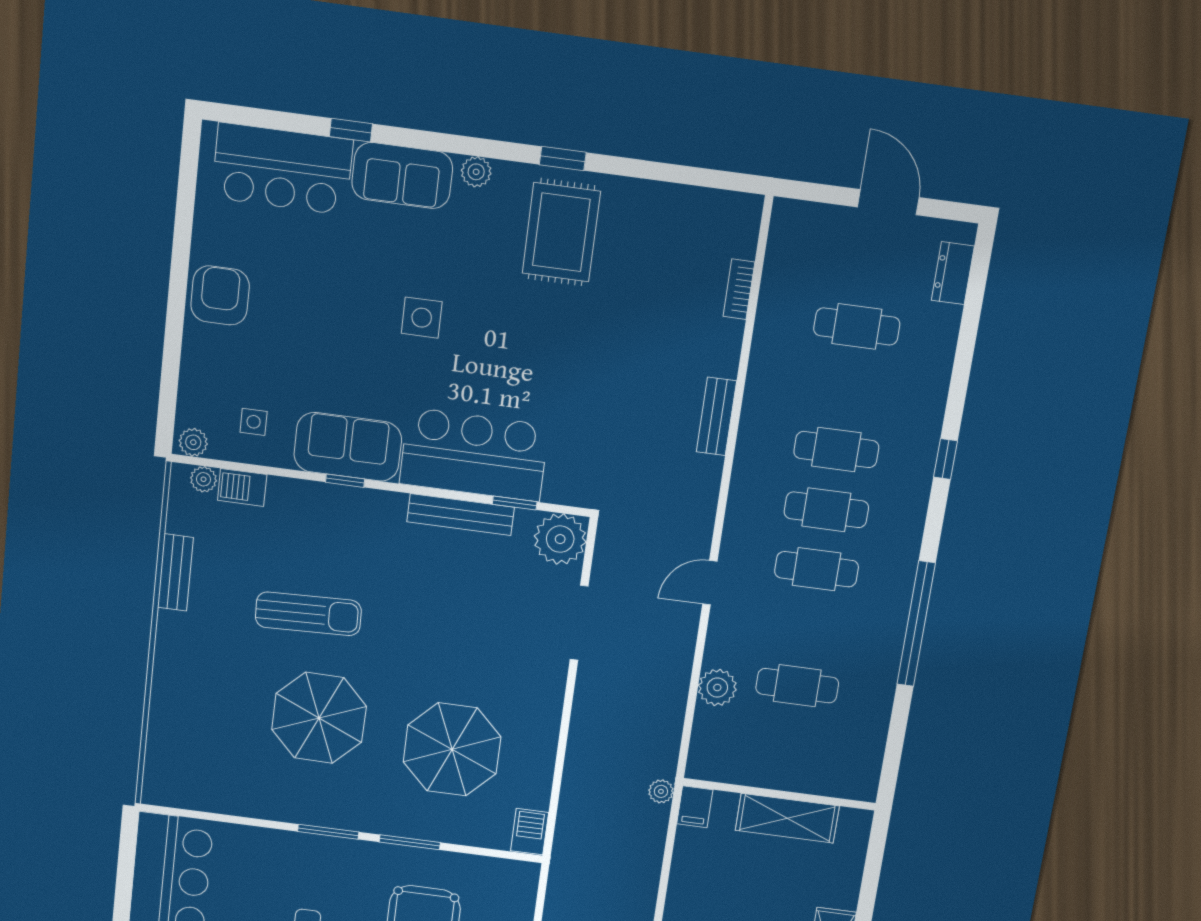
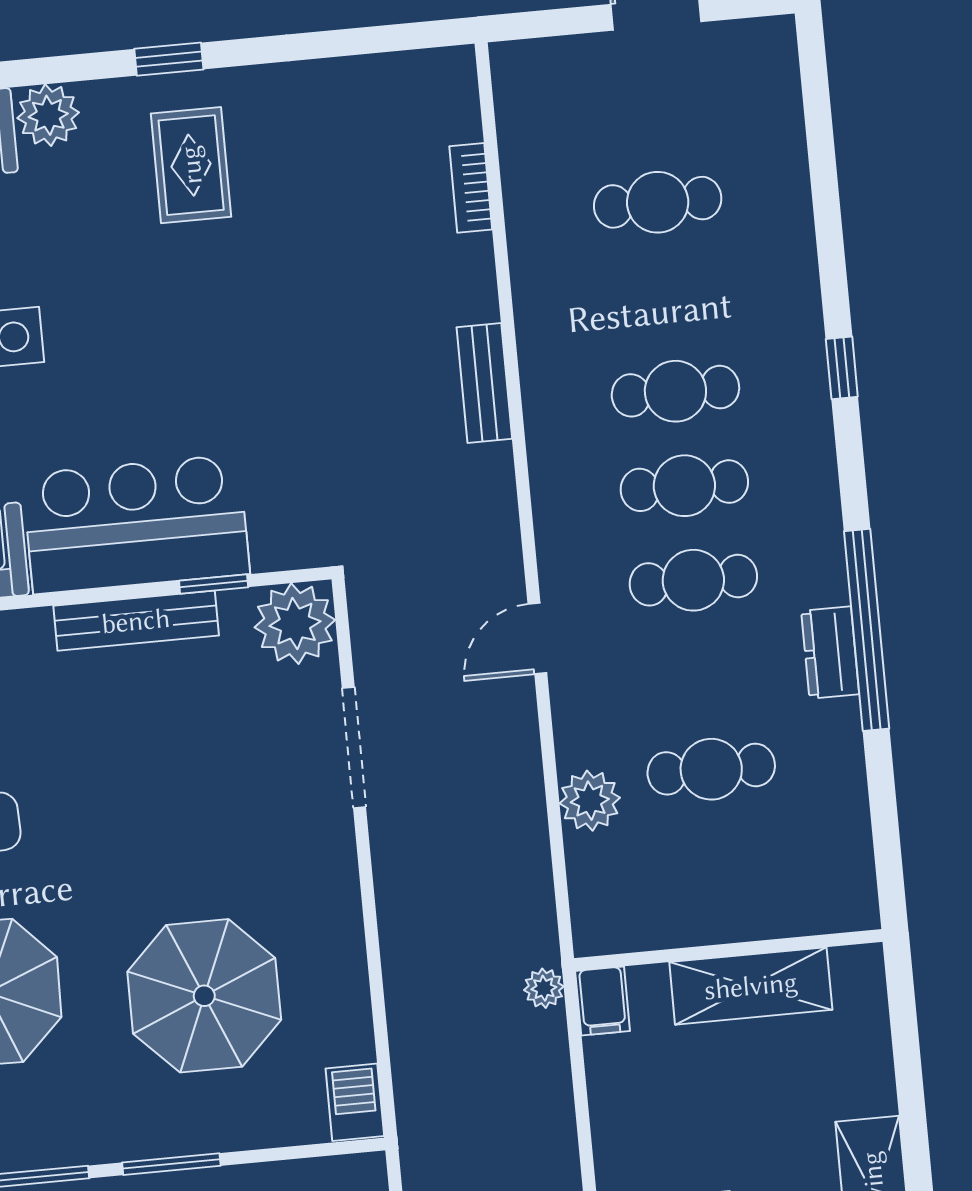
plant: (476, 172) -> (48, 115), width x1.38, depth x1.38
rug: (561, 232) -> (191, 165), width x0.73, depth x0.70
dresser: (953, 273) -> (830, 653), moved

